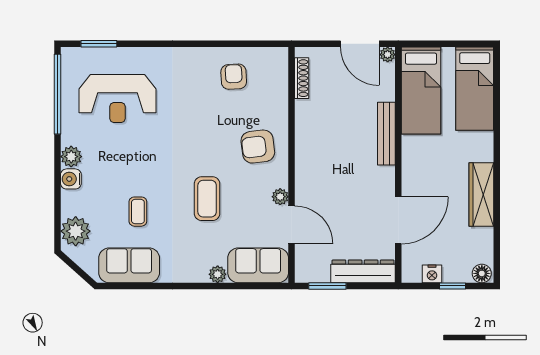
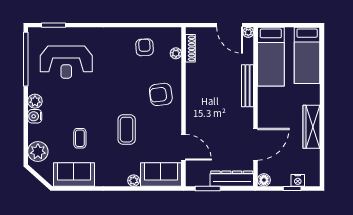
plant: (280, 197) -> (176, 53), moved
floor lamp: (482, 273) -> (264, 180), moved
nightstand: (432, 274) -> (298, 180), moved

